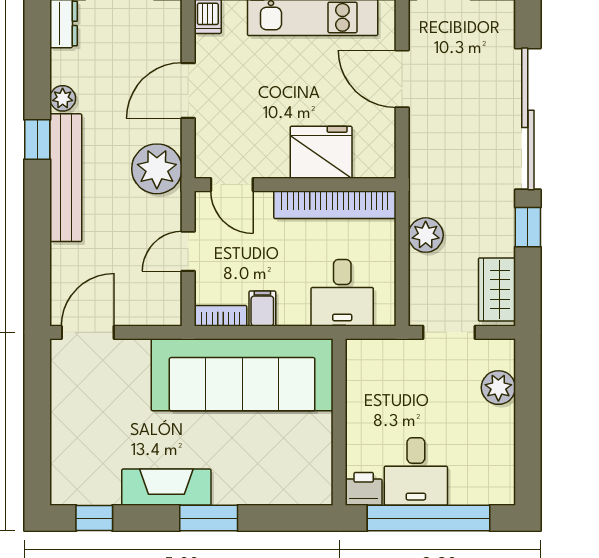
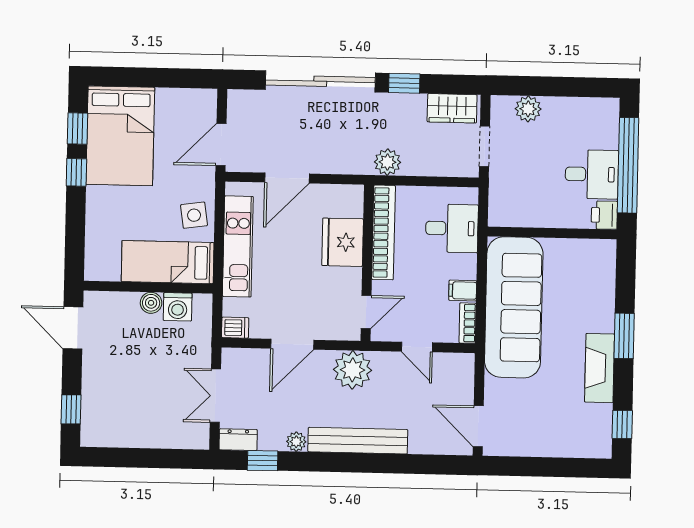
door: (188, 90) -> (292, 344), hinge flipped
window: (37, 139) -> (263, 461), moved
plant: (426, 235) -> (388, 162), moved

